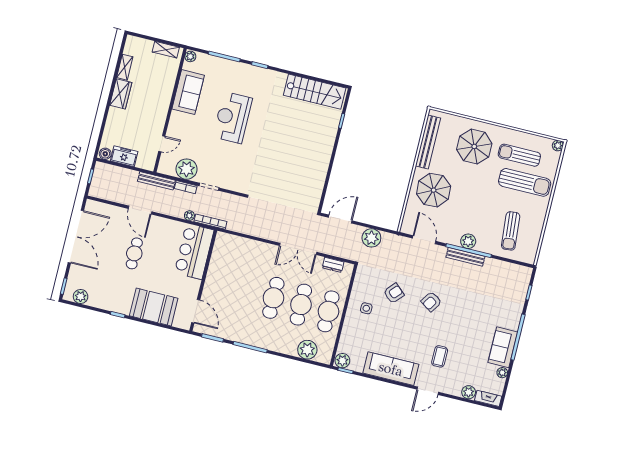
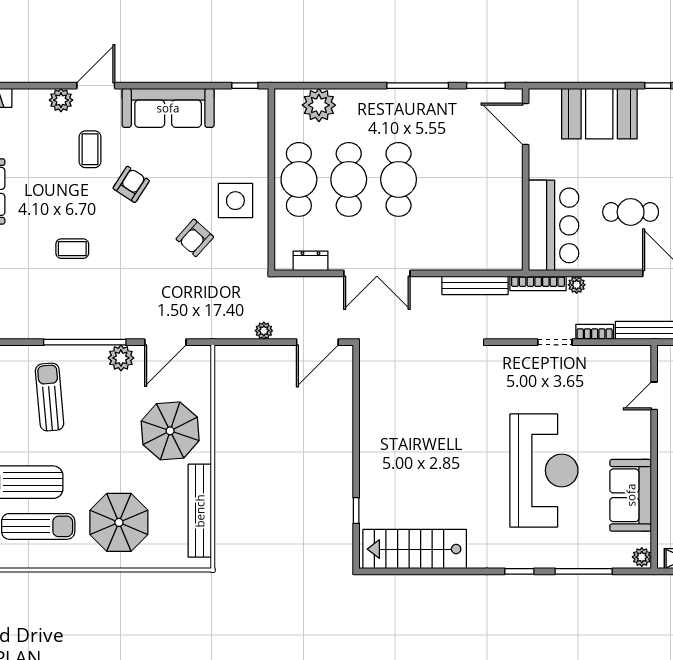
reception desk: (233, 118) -> (544, 470), width x1.36, depth x1.30
plant: (187, 169) -> (601, 363), removed
sun lounger: (511, 231) -> (50, 397), moved
plant: (371, 238) -> (264, 331), width x0.53, depth x0.53
door: (424, 240) -> (165, 342), hinge flipped
plant: (468, 241) -> (121, 358), moved
double door: (298, 249) -> (377, 273), swing flipped
cafe table: (134, 253) -> (631, 212), moved, turned 90
bench: (465, 257) -> (475, 285), moved
armchair: (431, 302) -> (131, 184), moved
coffee table: (463, 304) -> (72, 249), added
side table: (366, 308) -> (235, 201), width x1.87, depth x1.87
plant: (342, 361) -> (254, 101), removed
plant: (469, 392) -> (61, 100), moved

